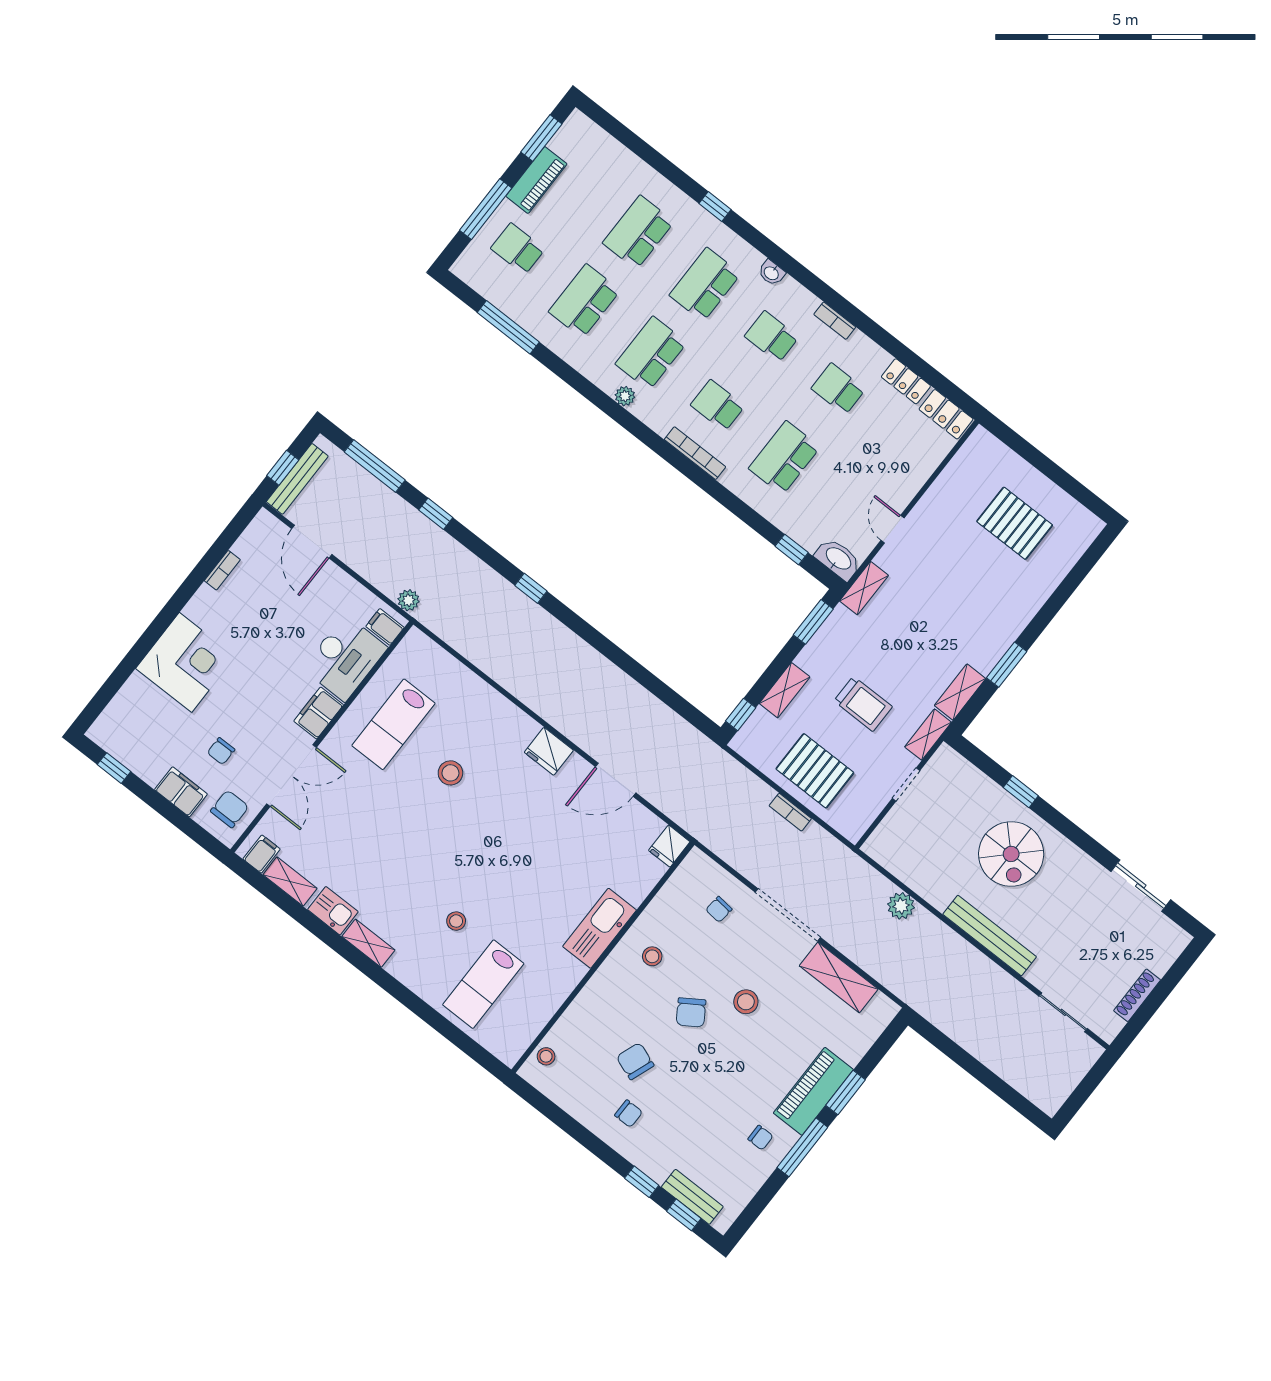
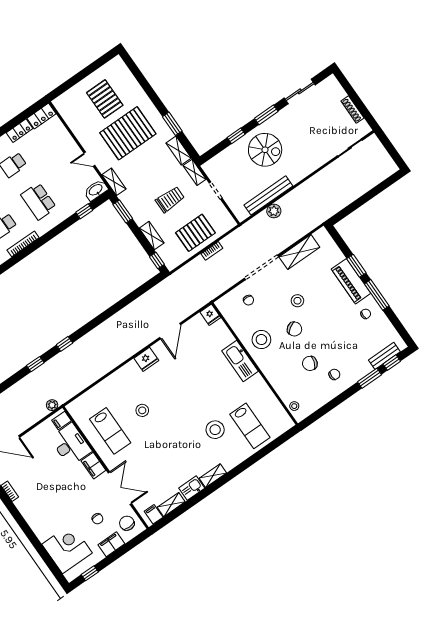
window: (436, 514) -> (35, 364), moved
pallet: (1015, 523) -> (105, 99), turned 90
pallet: (963, 587) -> (128, 133), added
corner desk: (185, 662) -> (67, 549), moved
window: (1078, 836) -> (266, 115), added
stool: (456, 921) -> (215, 430), width x1.89, depth x1.89
bench: (990, 936) -> (268, 195), moved
stool: (652, 956) -> (261, 340), width x1.89, depth x1.89
window: (642, 1182) -> (370, 378), width x1.50

